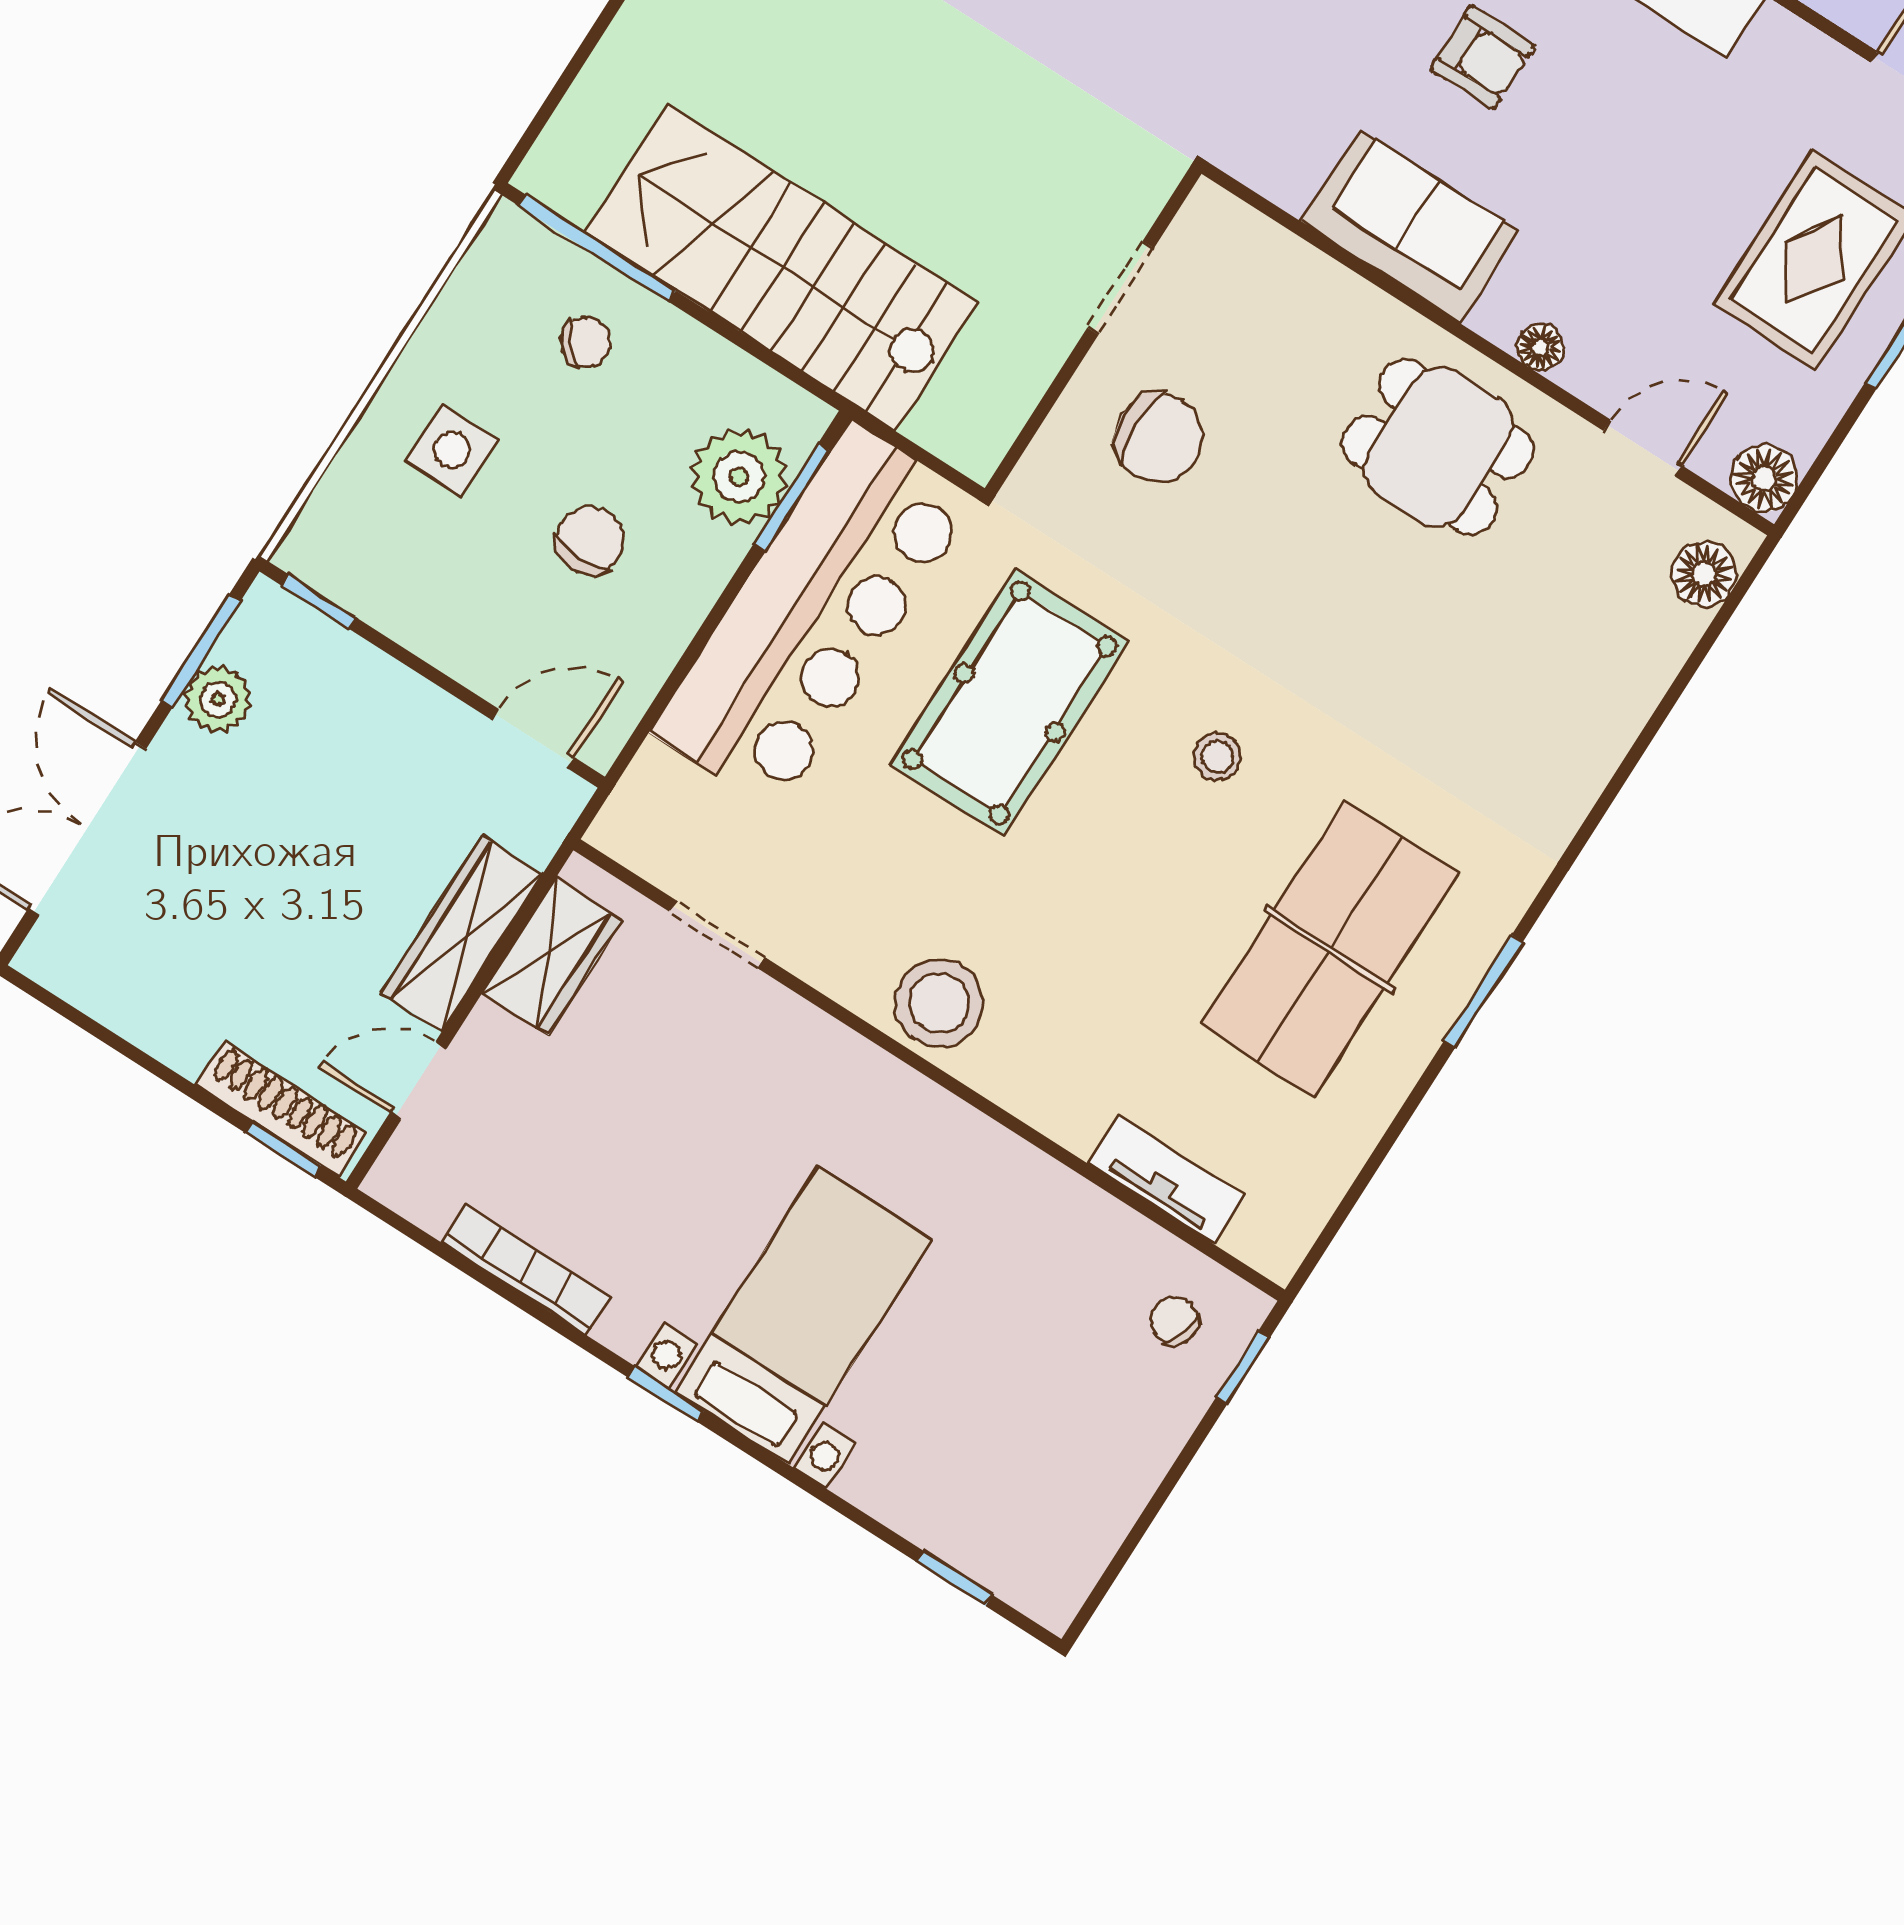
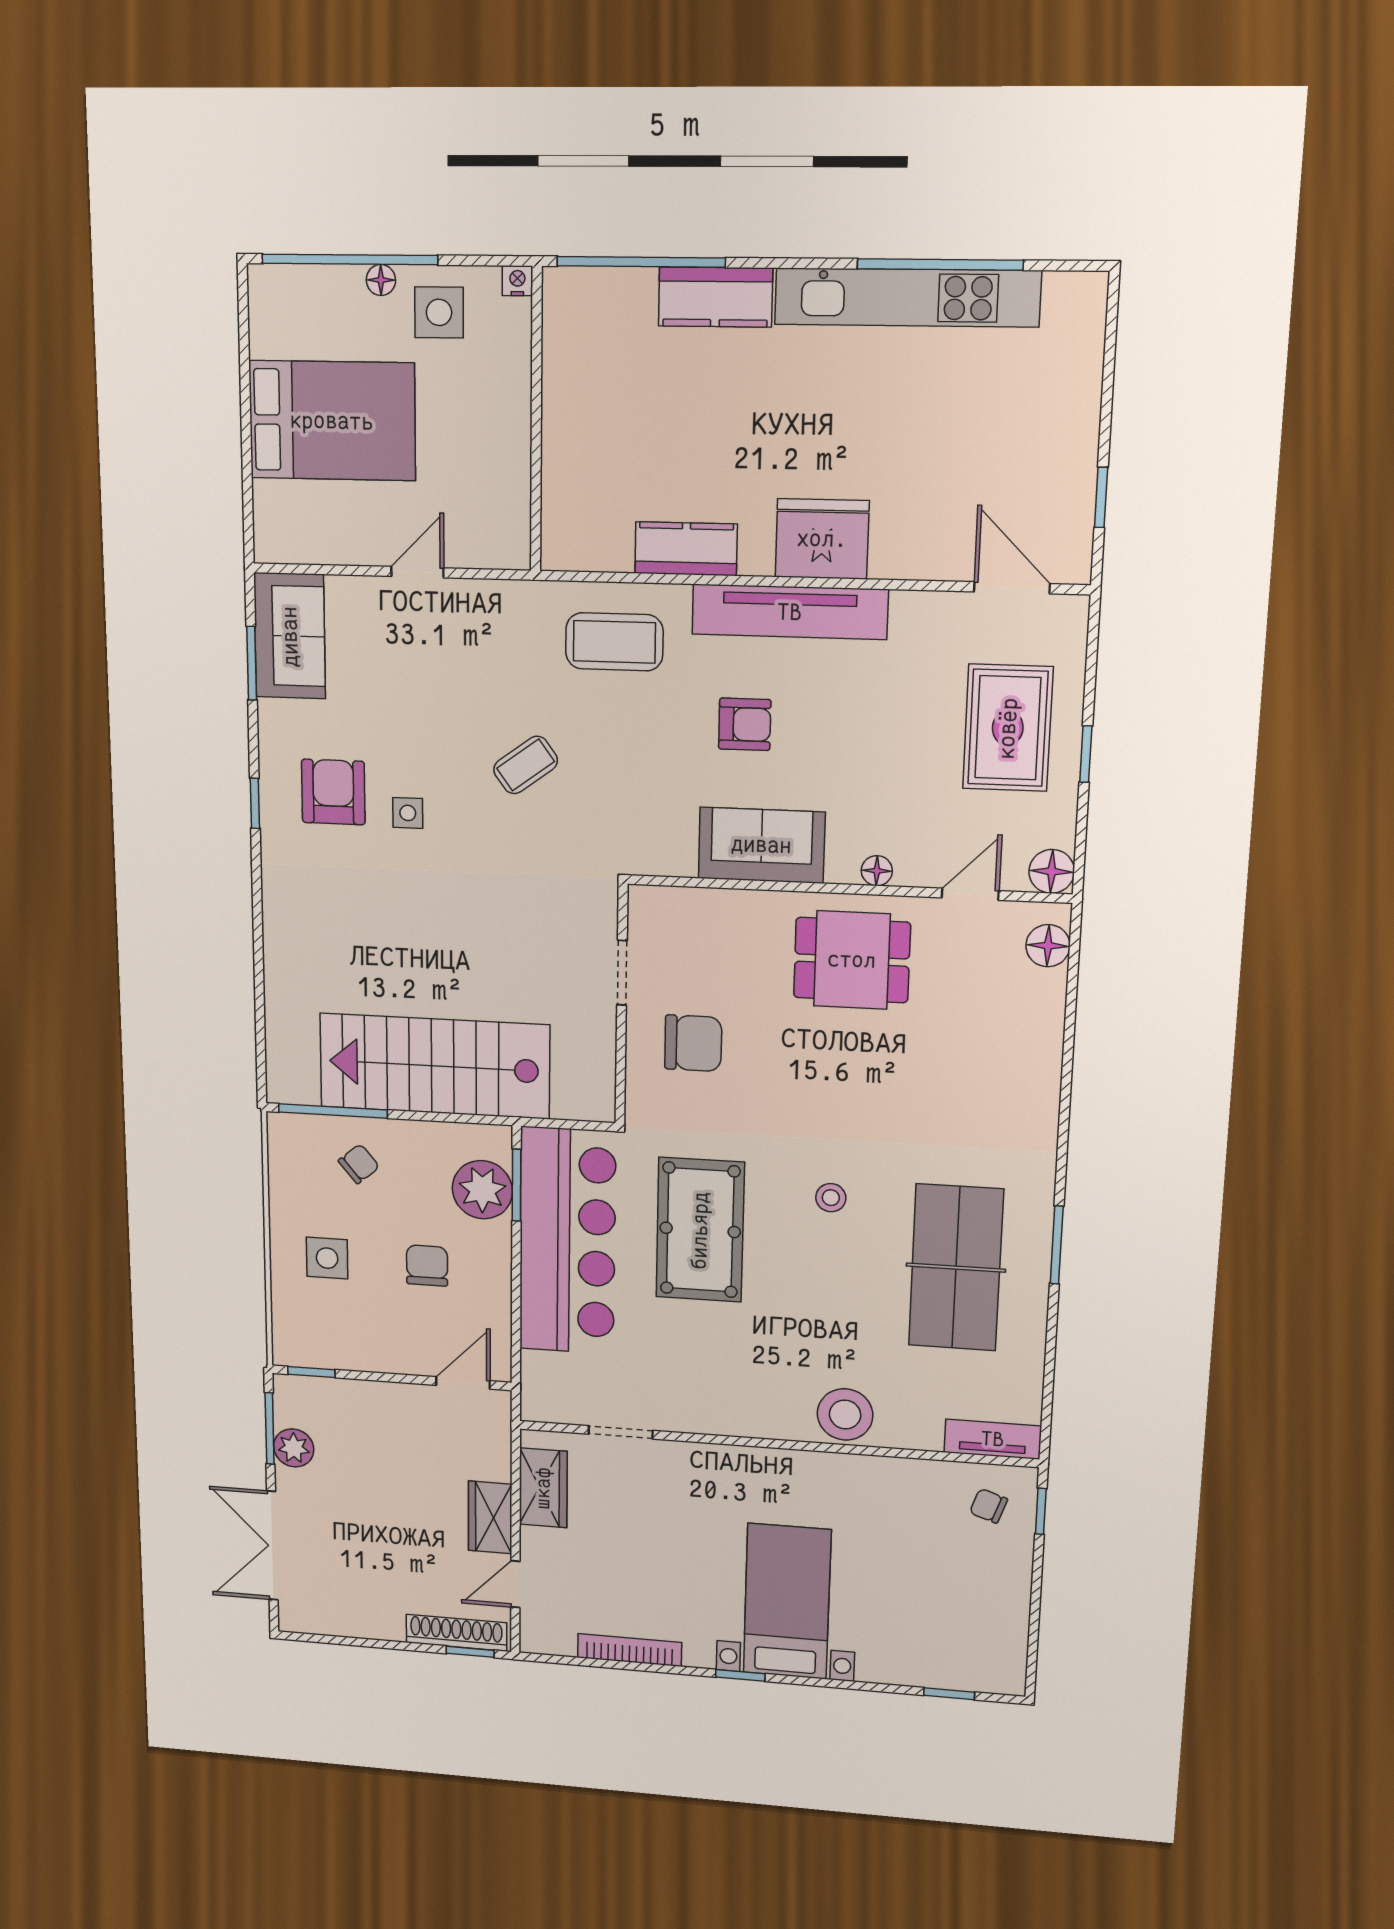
wardrobe: (462, 933) -> (490, 1517), width x0.67
stool: (939, 1003) -> (845, 1414), moved
tv unit: (1167, 1180) -> (993, 1439), moved

